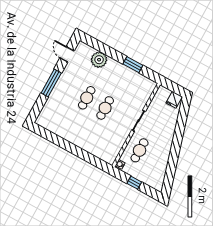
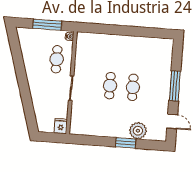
window: (133, 65) -> (126, 143), moved
fridge: (174, 100) -> (61, 126), moved
window: (134, 183) -> (47, 25), width x2.17

